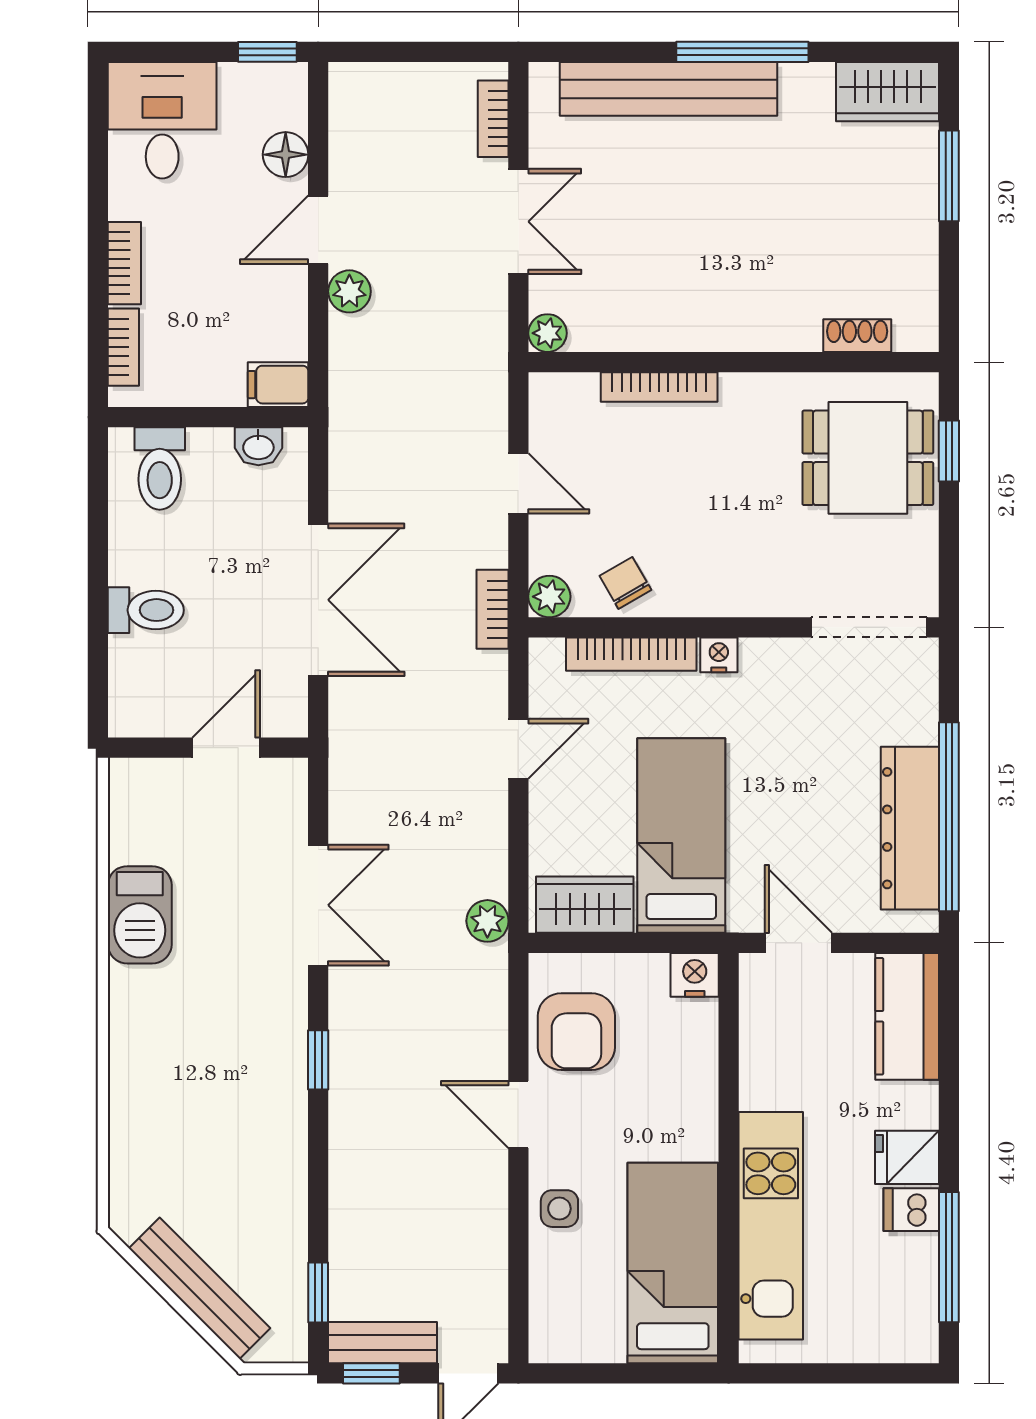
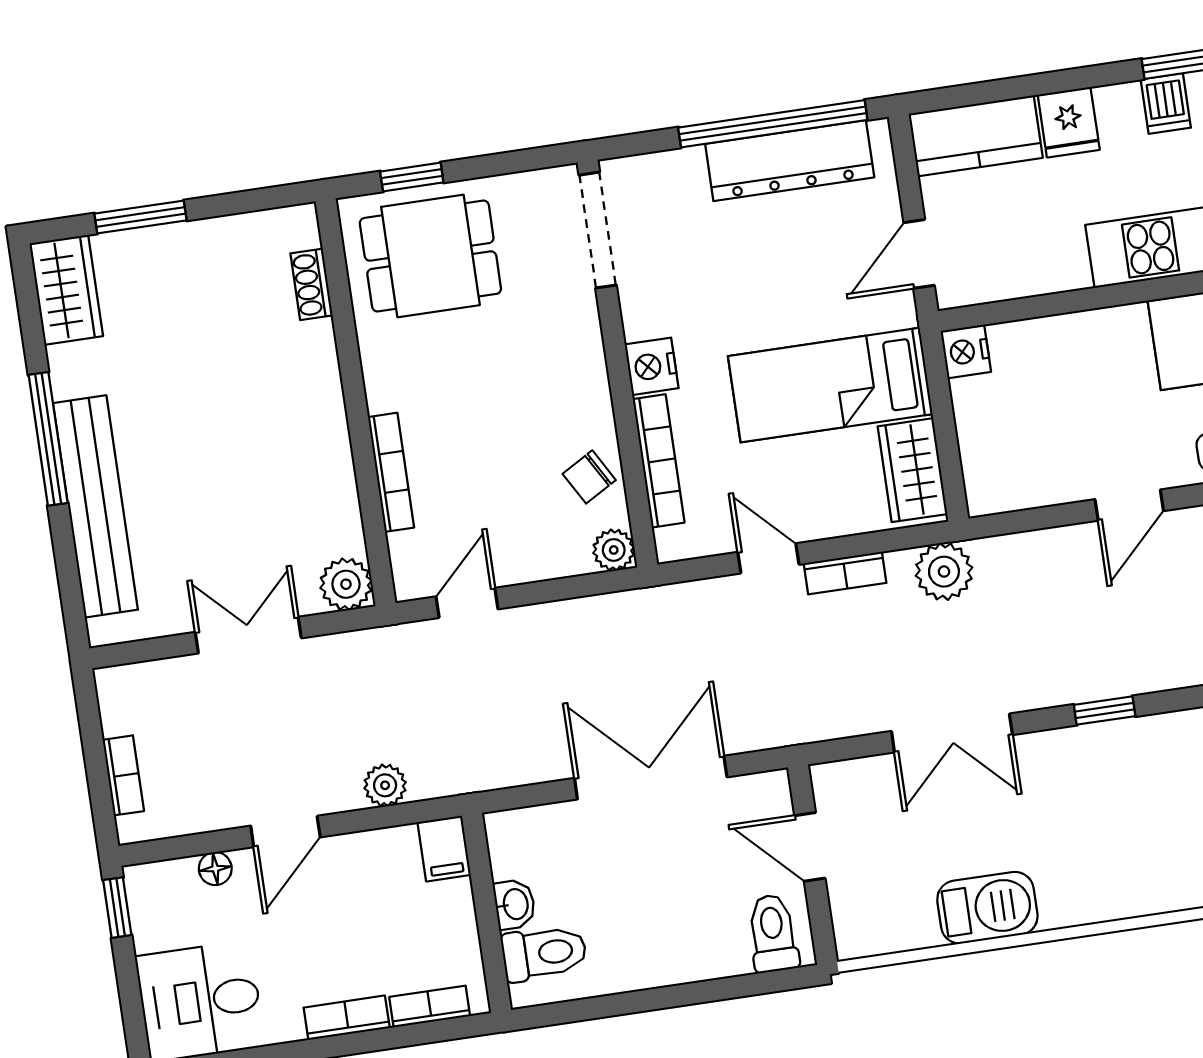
bookcase: (493, 119) -> (123, 775), moved, turned -90
floor lamp: (286, 155) -> (215, 869), width x0.73, depth x0.73
door: (318, 230) -> (285, 831), hinge flipped
plant: (349, 291) -> (385, 785), moved
plant: (548, 333) -> (346, 584), width x1.38, depth x1.38
washbasin: (258, 446) -> (515, 904), moved
dining table: (868, 458) -> (430, 256), turned 90
door: (518, 483) -> (467, 603), moved
bookcase: (493, 609) -> (845, 573), moved
toilet: (146, 610) -> (773, 933), moved
nightstand: (719, 655) -> (652, 366), width x1.39, depth x1.35
double door: (318, 905) -> (952, 733), swing flipped
plant: (487, 921) -> (944, 572), width x1.38, depth x1.38
armchair: (576, 1032) -> (1039, 460), removed
fridge: (907, 1157) -> (1069, 122), moved

